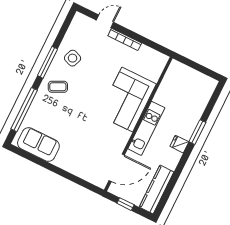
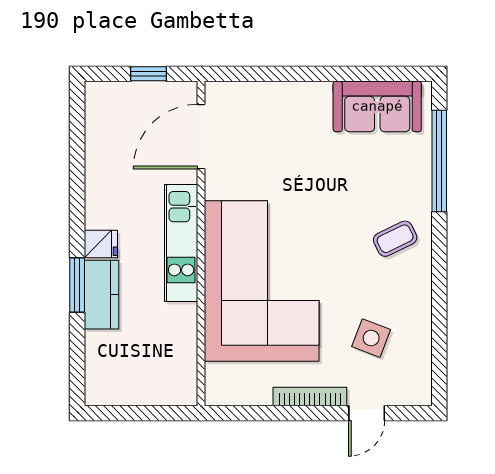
side table: (73, 58) -> (371, 338), moved
window: (47, 62) -> (439, 277), removed
corner sofa: (127, 99) -> (262, 281), width x1.36, depth x1.36
kitchen counter: (157, 190) -> (101, 295), moved, width x0.67

